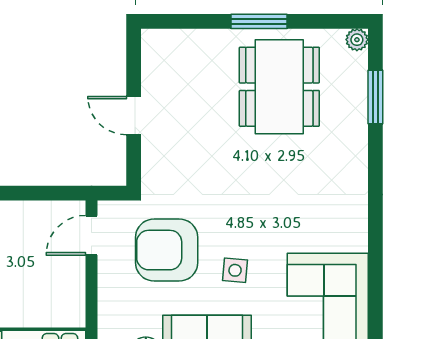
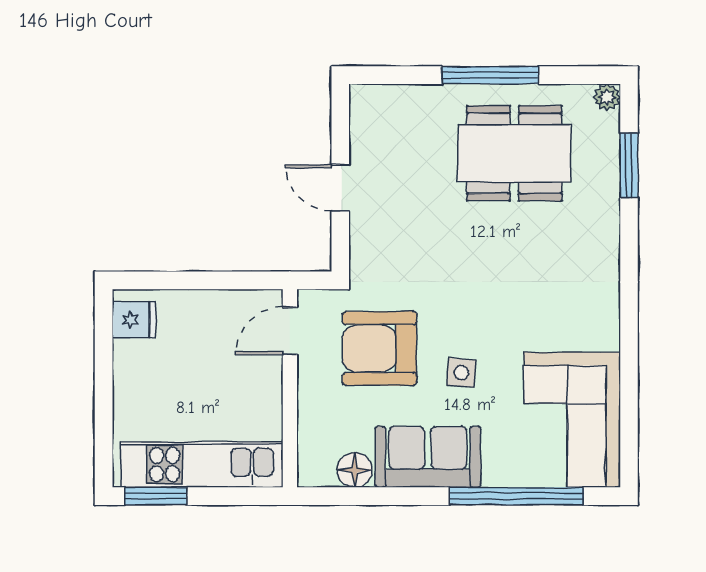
window: (259, 21) -> (490, 75), width x1.44
dining table: (279, 87) -> (514, 153), turned 90

